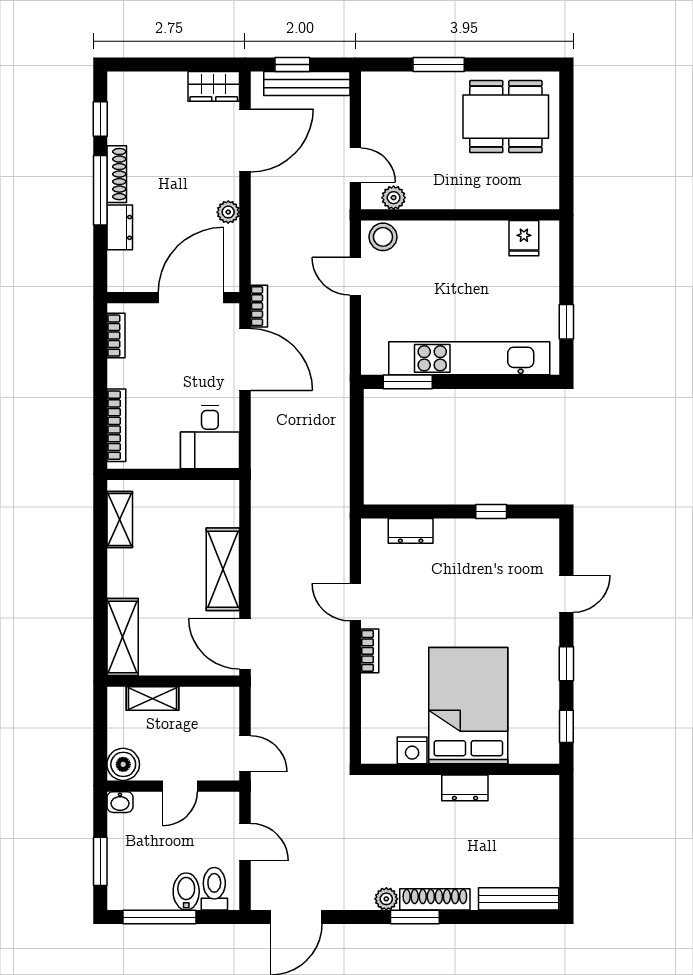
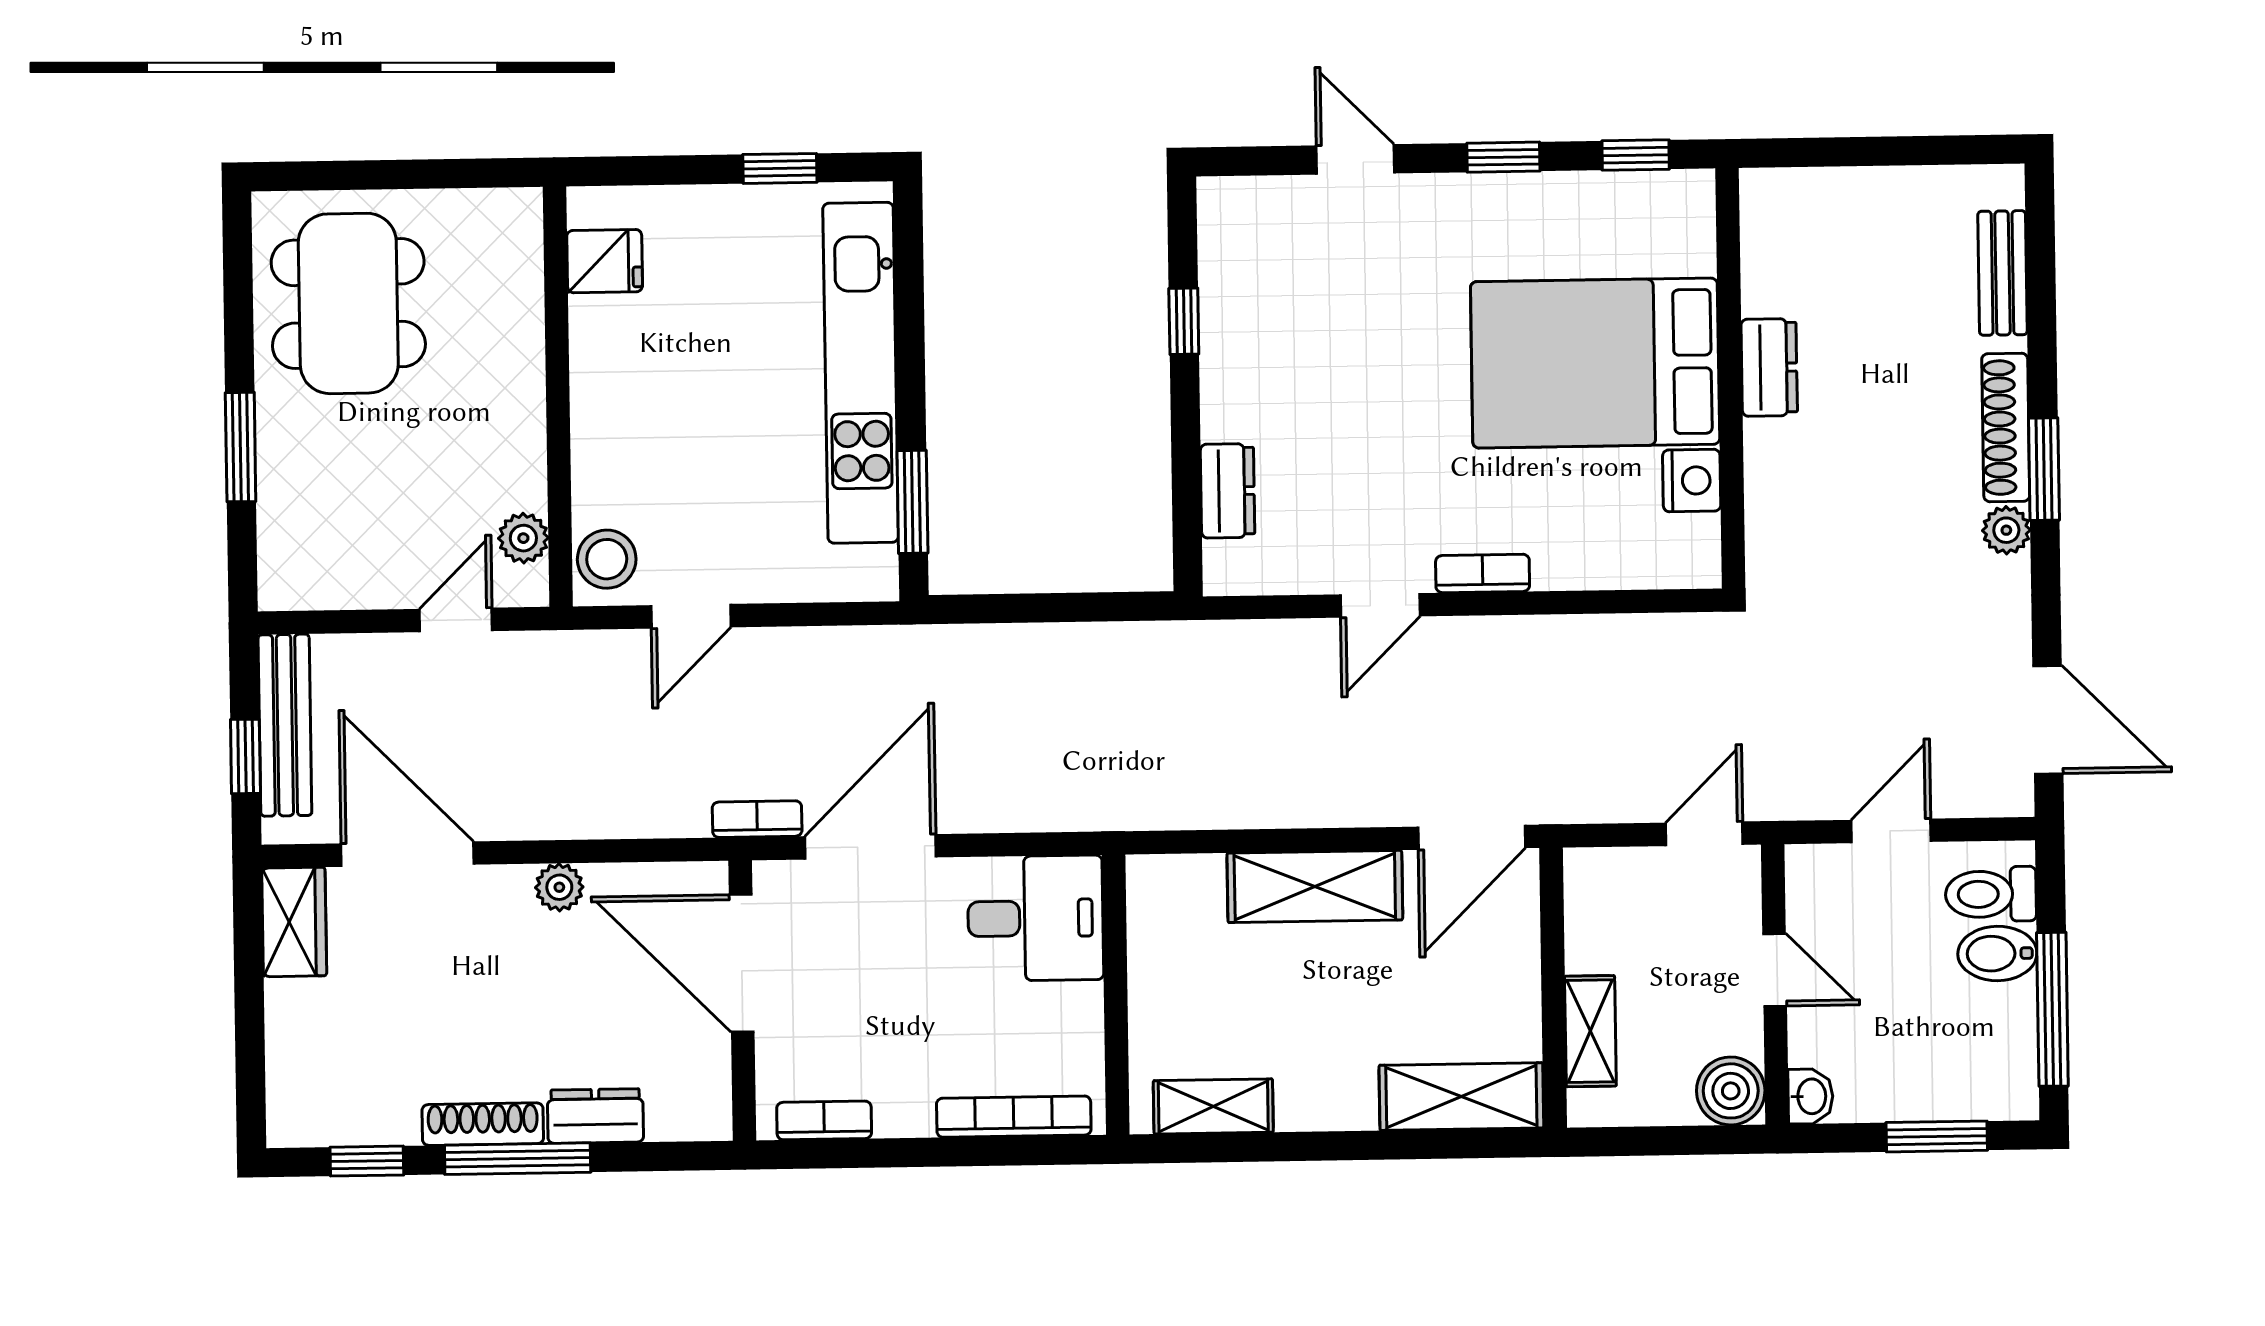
bench: (519, 899) -> (2002, 273), width x0.73

